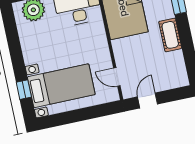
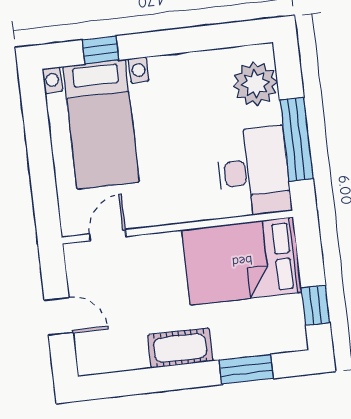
door: (148, 100) -> (59, 316), moved

